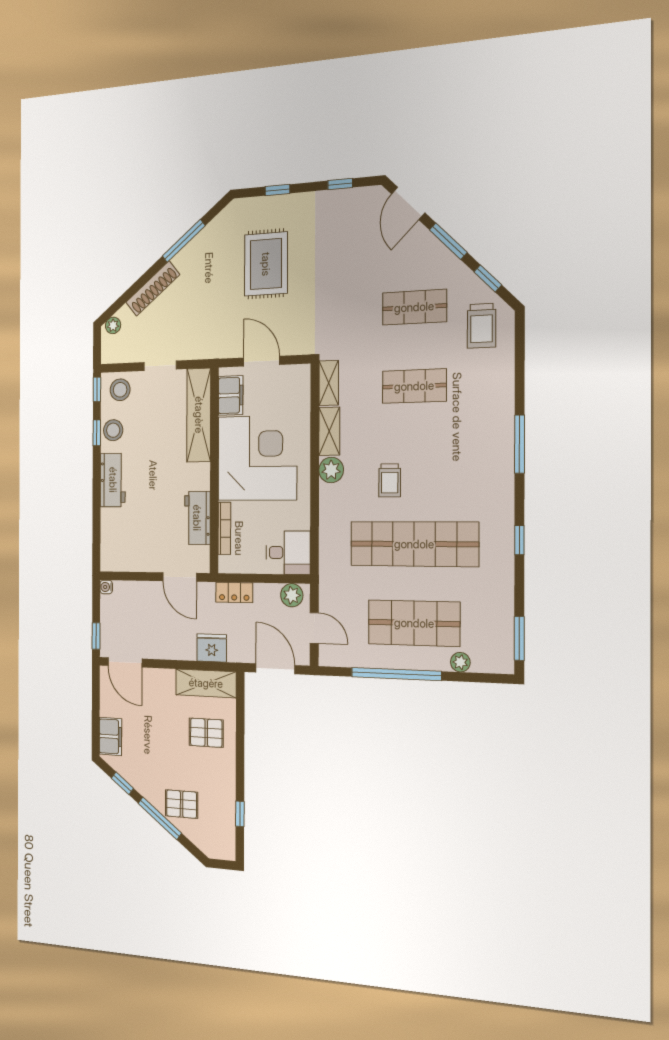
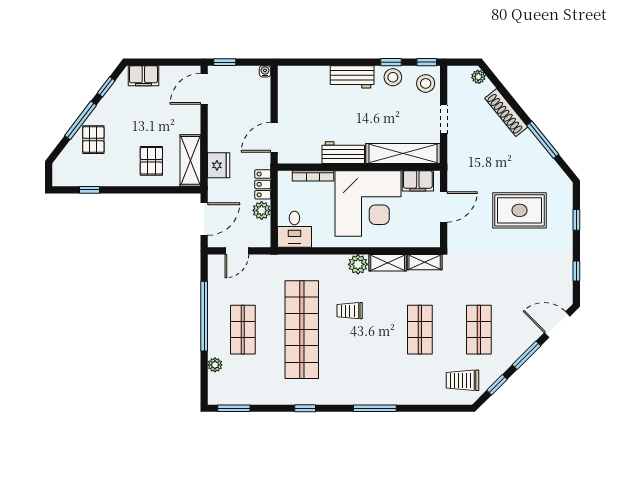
workbench: (197, 518) -> (343, 153), moved
plant: (292, 595) -> (262, 210), moved
shop shelf: (414, 623) -> (243, 330), width x0.70, depth x0.74

